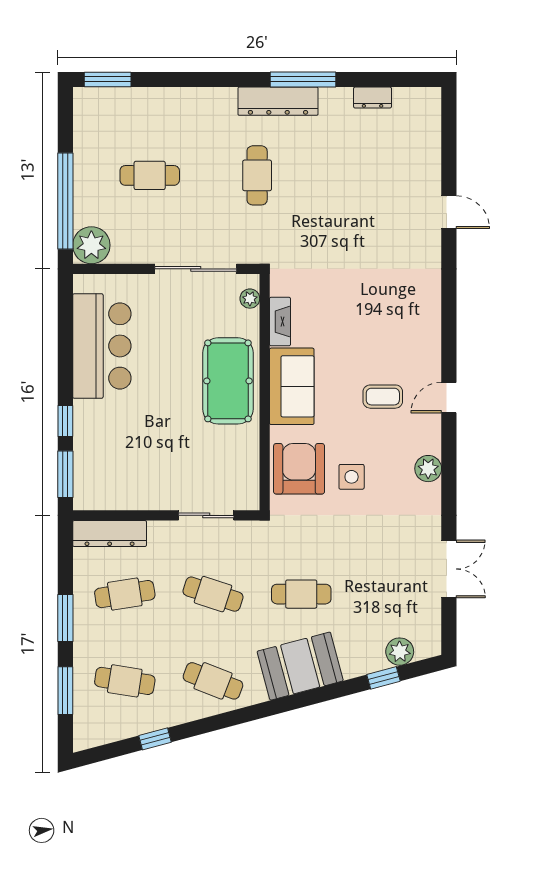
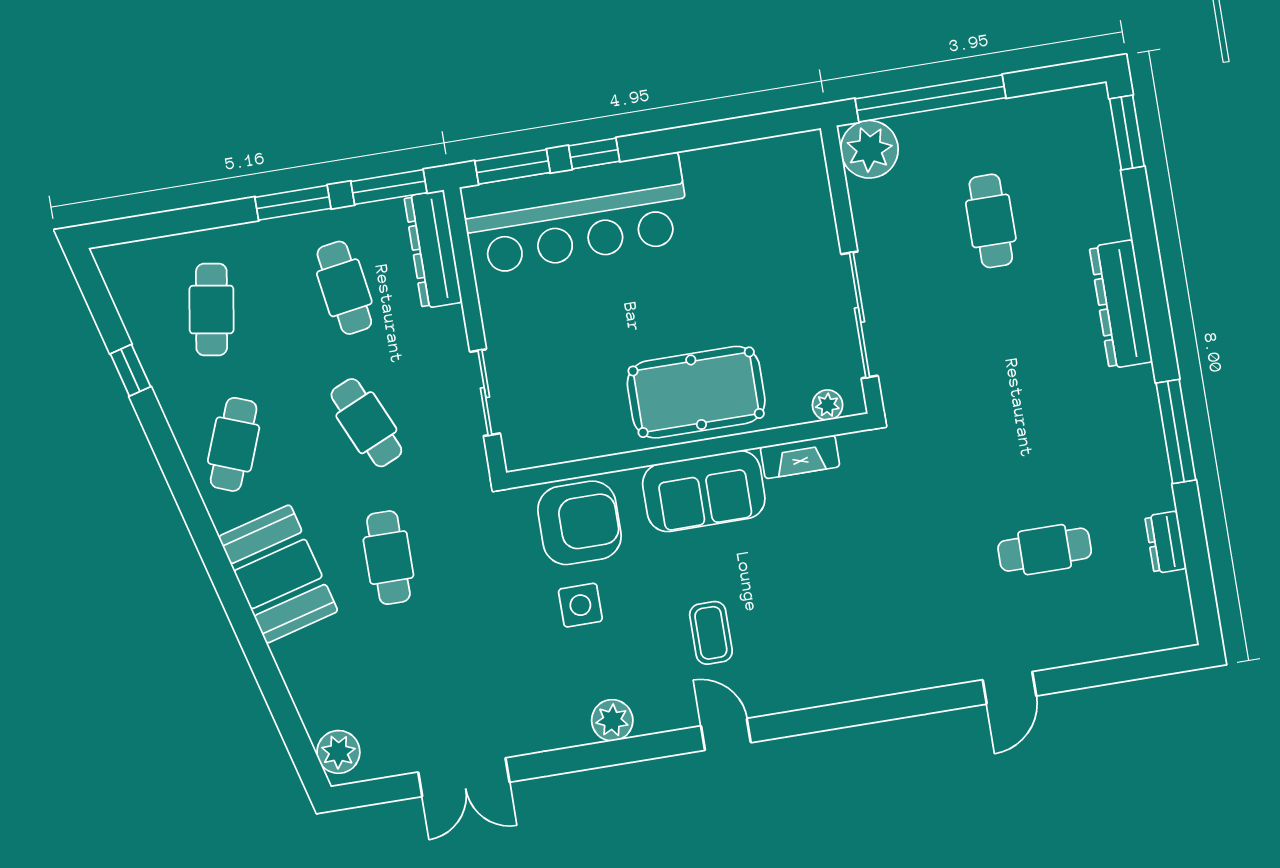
dresser: (278, 101) -> (1121, 304), moved
cafe table: (257, 175) -> (1045, 550), moved
bar counter: (102, 346) -> (576, 214), moved, width x1.36
cafe table: (213, 594) -> (366, 423), turned -42
plant: (400, 652) -> (338, 752), moved
window: (384, 678) -> (281, 704), removed
window: (65, 691) -> (389, 187), moved

